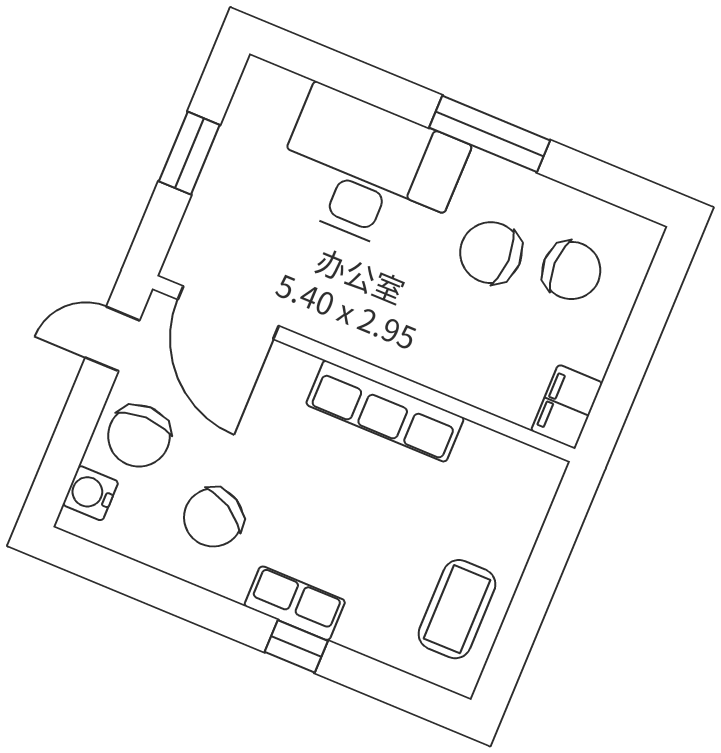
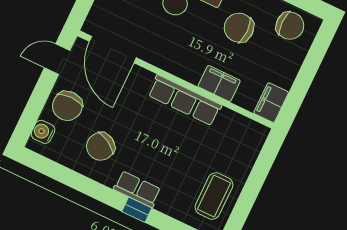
chair: (571, 270) -> (290, 26), moved
filing cabinet: (455, 372) -> (219, 84), added

